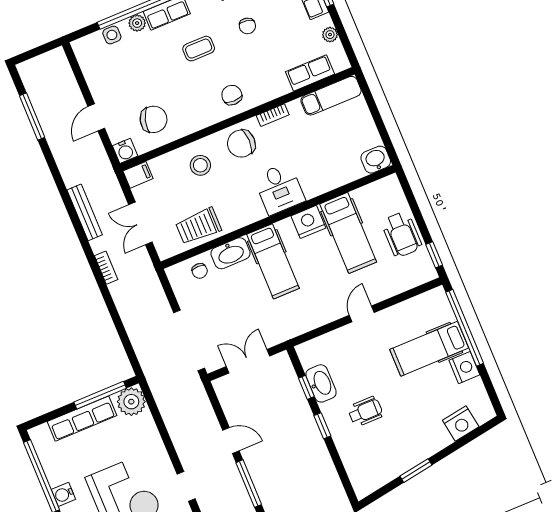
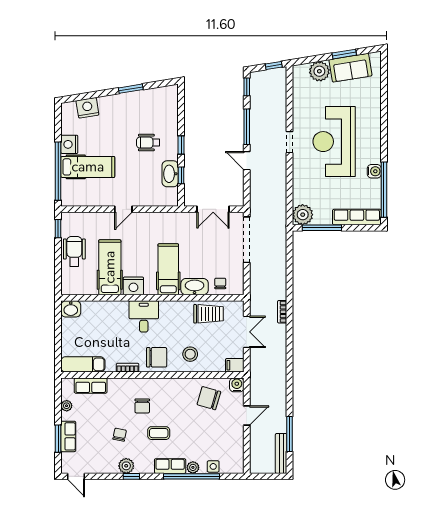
chair: (232, 95) -> (142, 406), moved
bench: (85, 212) -> (281, 453), moved
row of seats: (82, 419) -> (357, 217), moved

